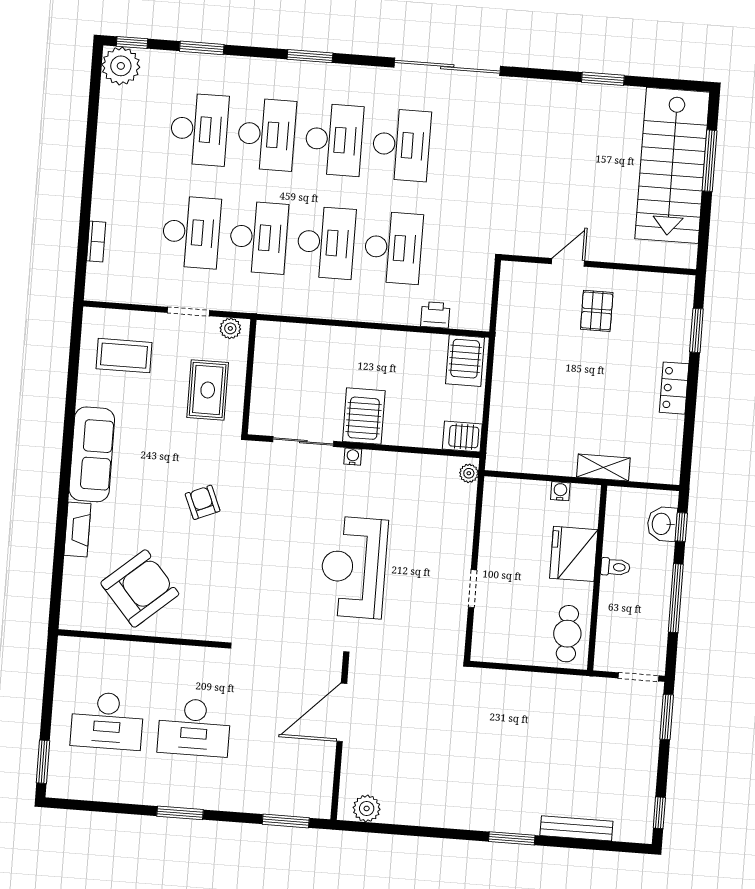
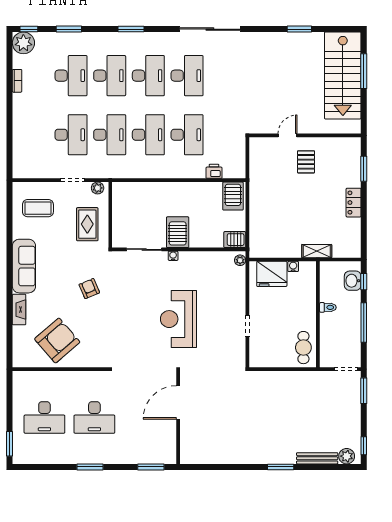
bookcase: (96, 241) -> (17, 81), moved
fridge: (574, 554) -> (272, 274), moved, turned -90
plant: (367, 808) -> (347, 456), moved

